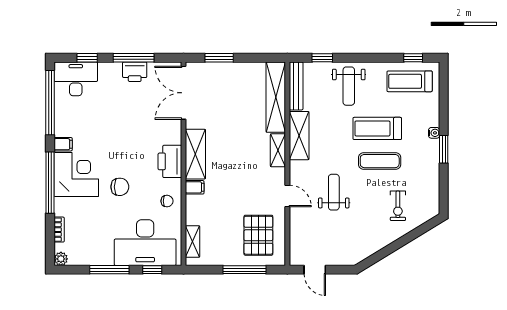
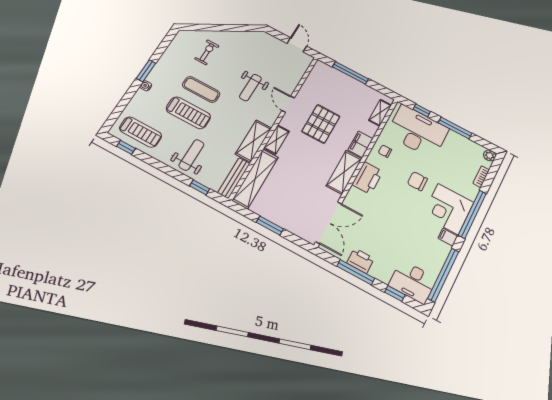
window: (219, 58) -> (270, 226), moved
filing cabinet: (195, 187) -> (360, 144), width x2.00
pallet: (258, 235) -> (321, 124), moved

